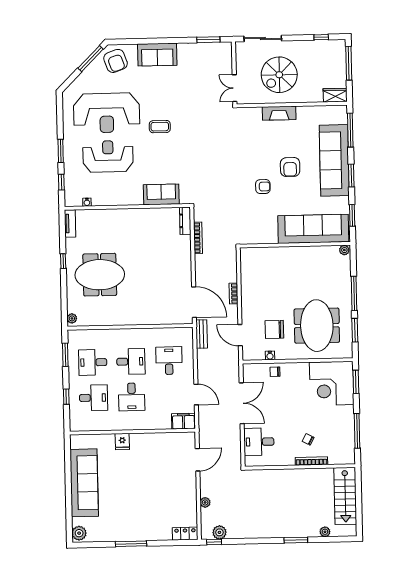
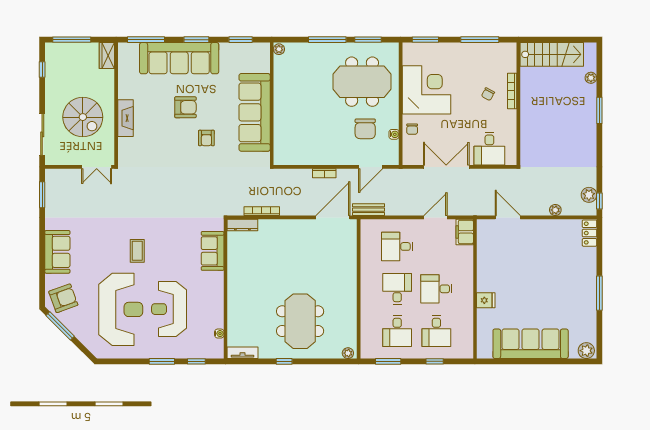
armchair: (263, 187) -> (206, 138), turned 180
sofa: (313, 229) -> (255, 112), moved
corner desk: (332, 383) -> (427, 90), moved, turned -90
desk: (132, 397) -> (436, 289), turned 180
desk: (94, 398) -> (436, 331), turned 180

